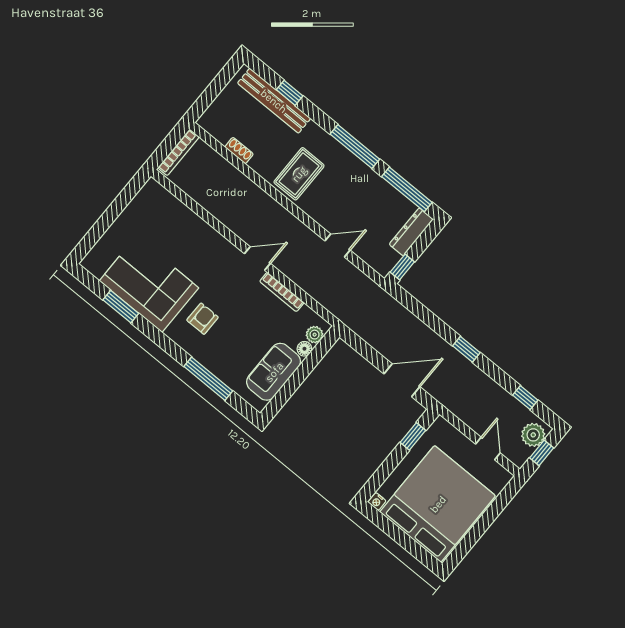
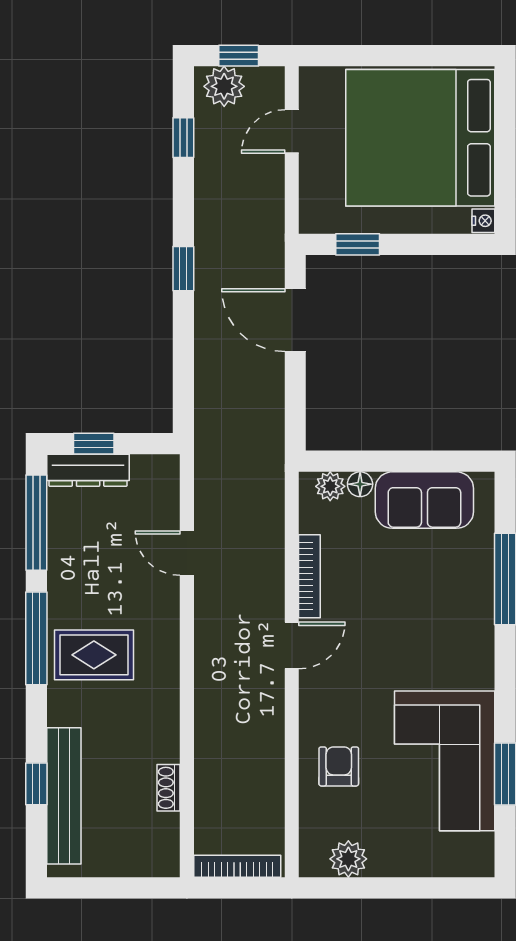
rug: (299, 174) -> (94, 655), moved
plant: (141, 205) -> (348, 859), added
door: (257, 258) -> (292, 645), swing flipped
window: (402, 267) -> (94, 444), moved
armchair: (203, 319) -> (339, 766), moved, turned 90

